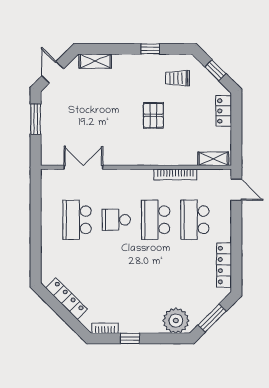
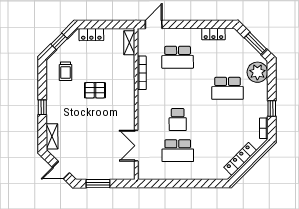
window: (150, 49) -> (42, 107), moved
school desk: (156, 220) -> (228, 88), moved
locker: (224, 265) -> (213, 34), width x0.66

